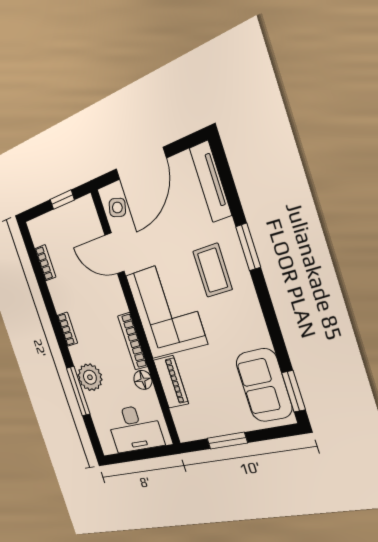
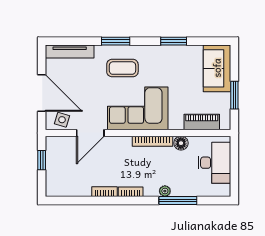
bookcase: (45, 263) -> (105, 192), moved
plant: (90, 377) -> (165, 191), width x0.53, depth x0.53
piano: (171, 382) -> (202, 122), moved
sofa: (264, 385) -> (217, 68), moved, turned 90
window: (294, 391) -> (174, 41), moved

